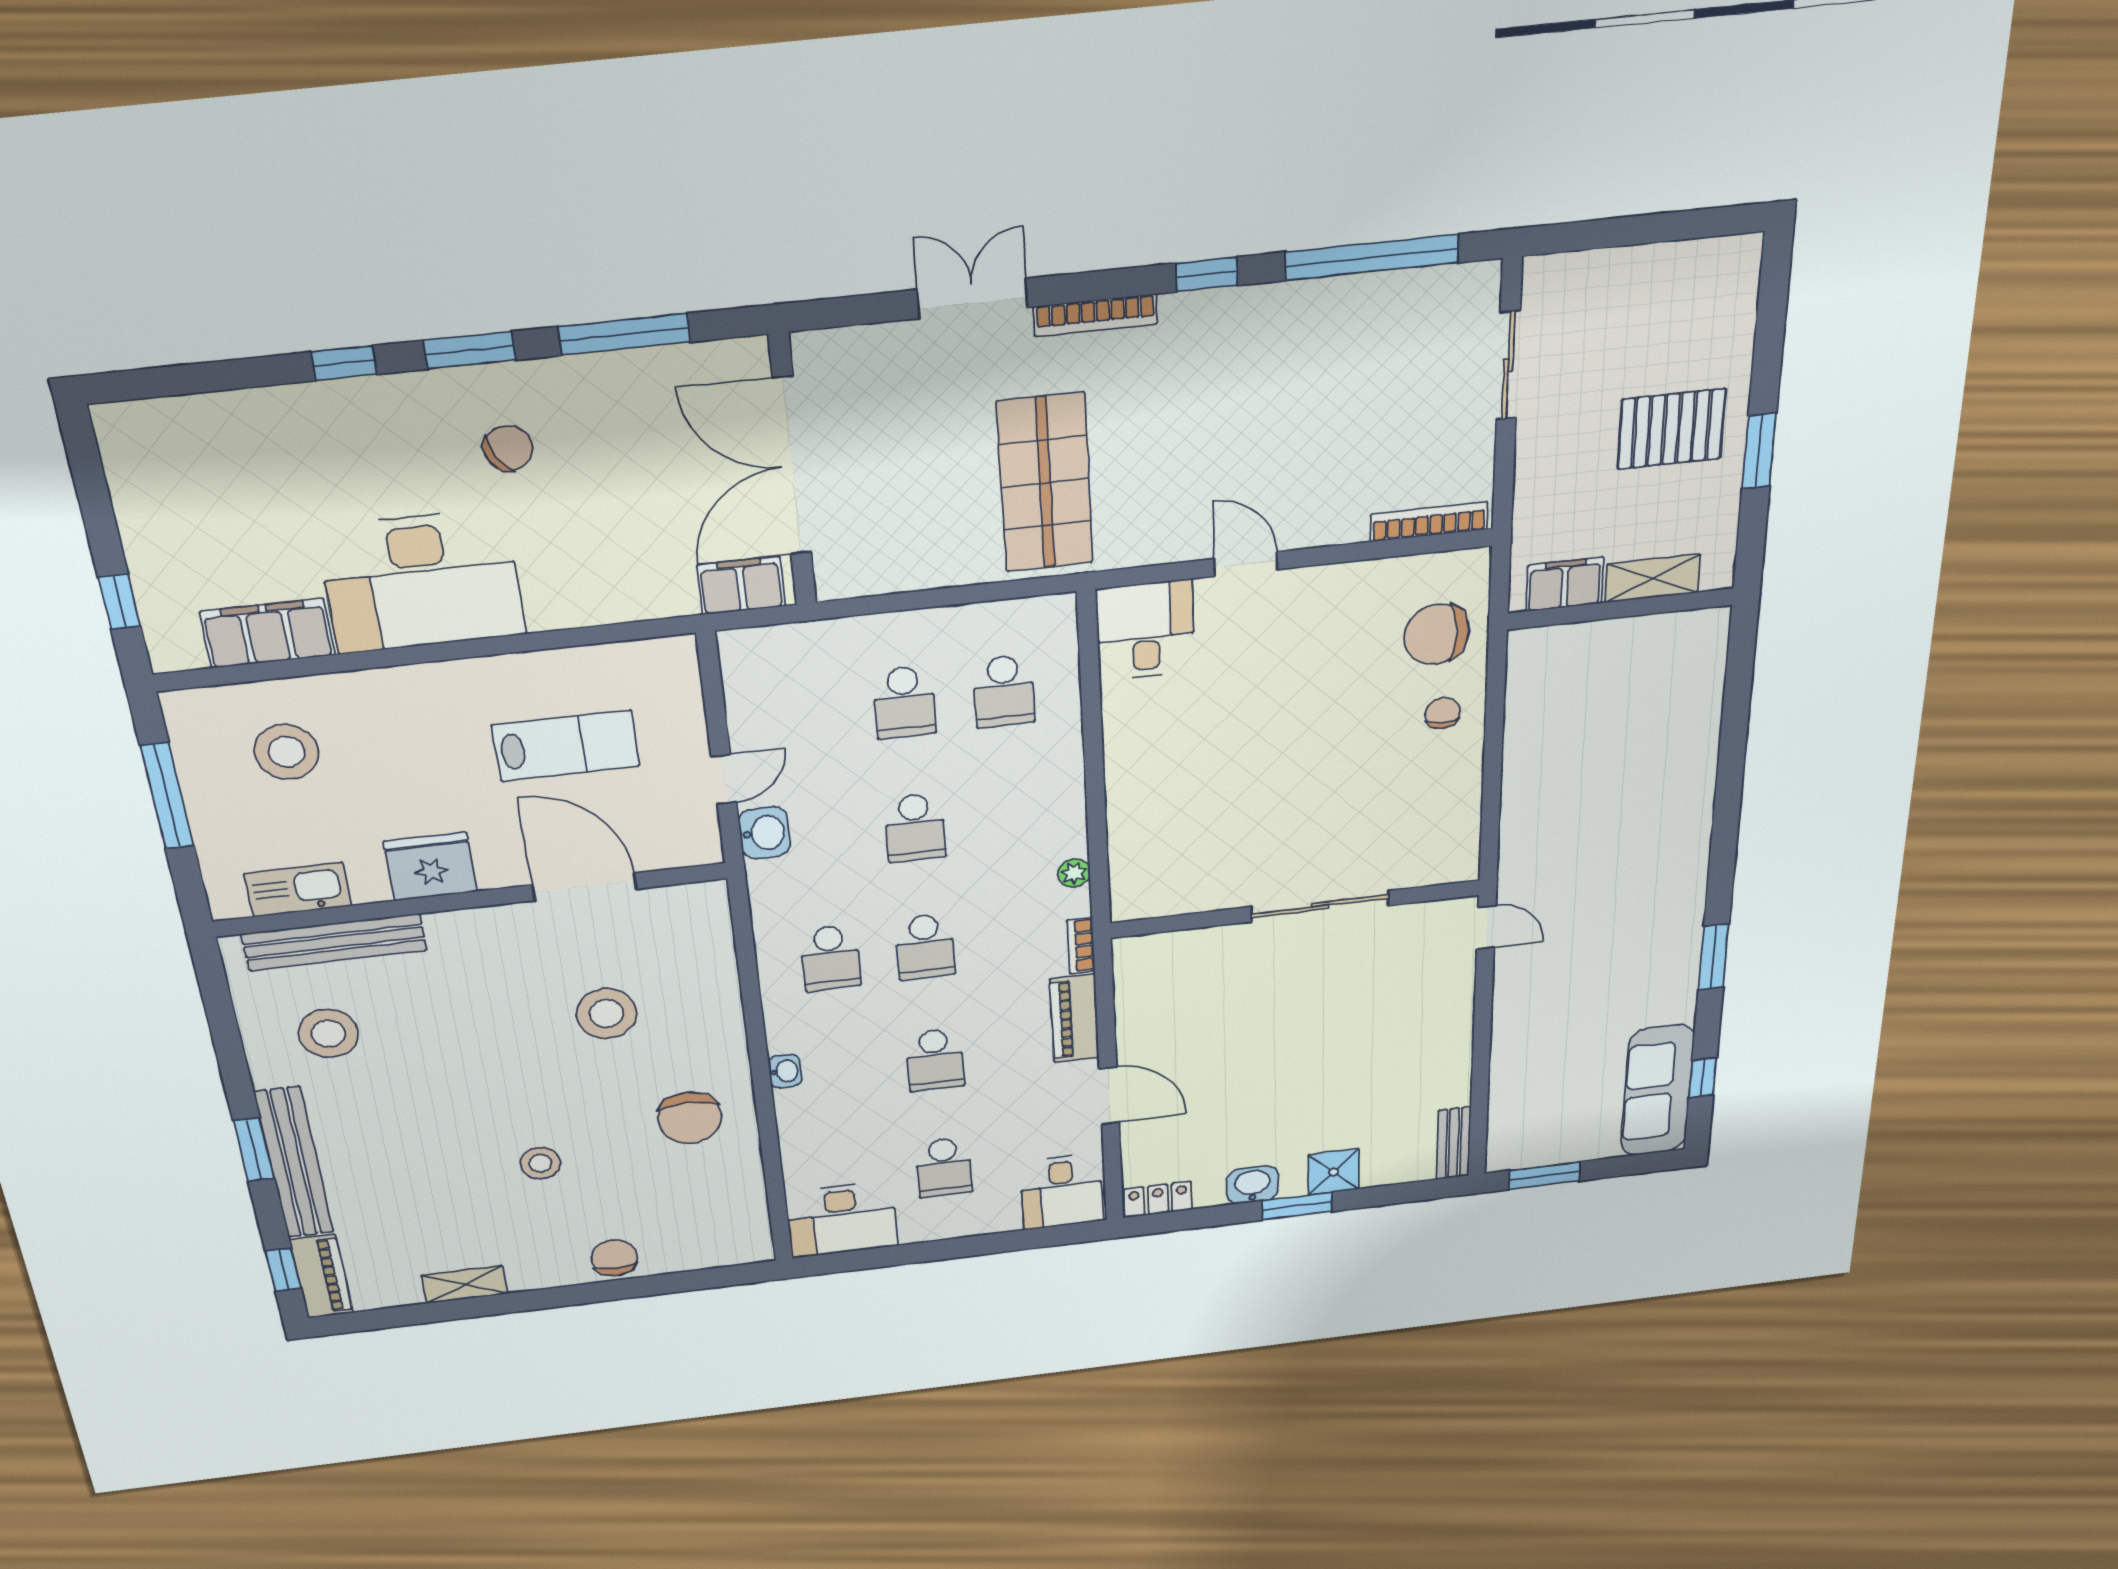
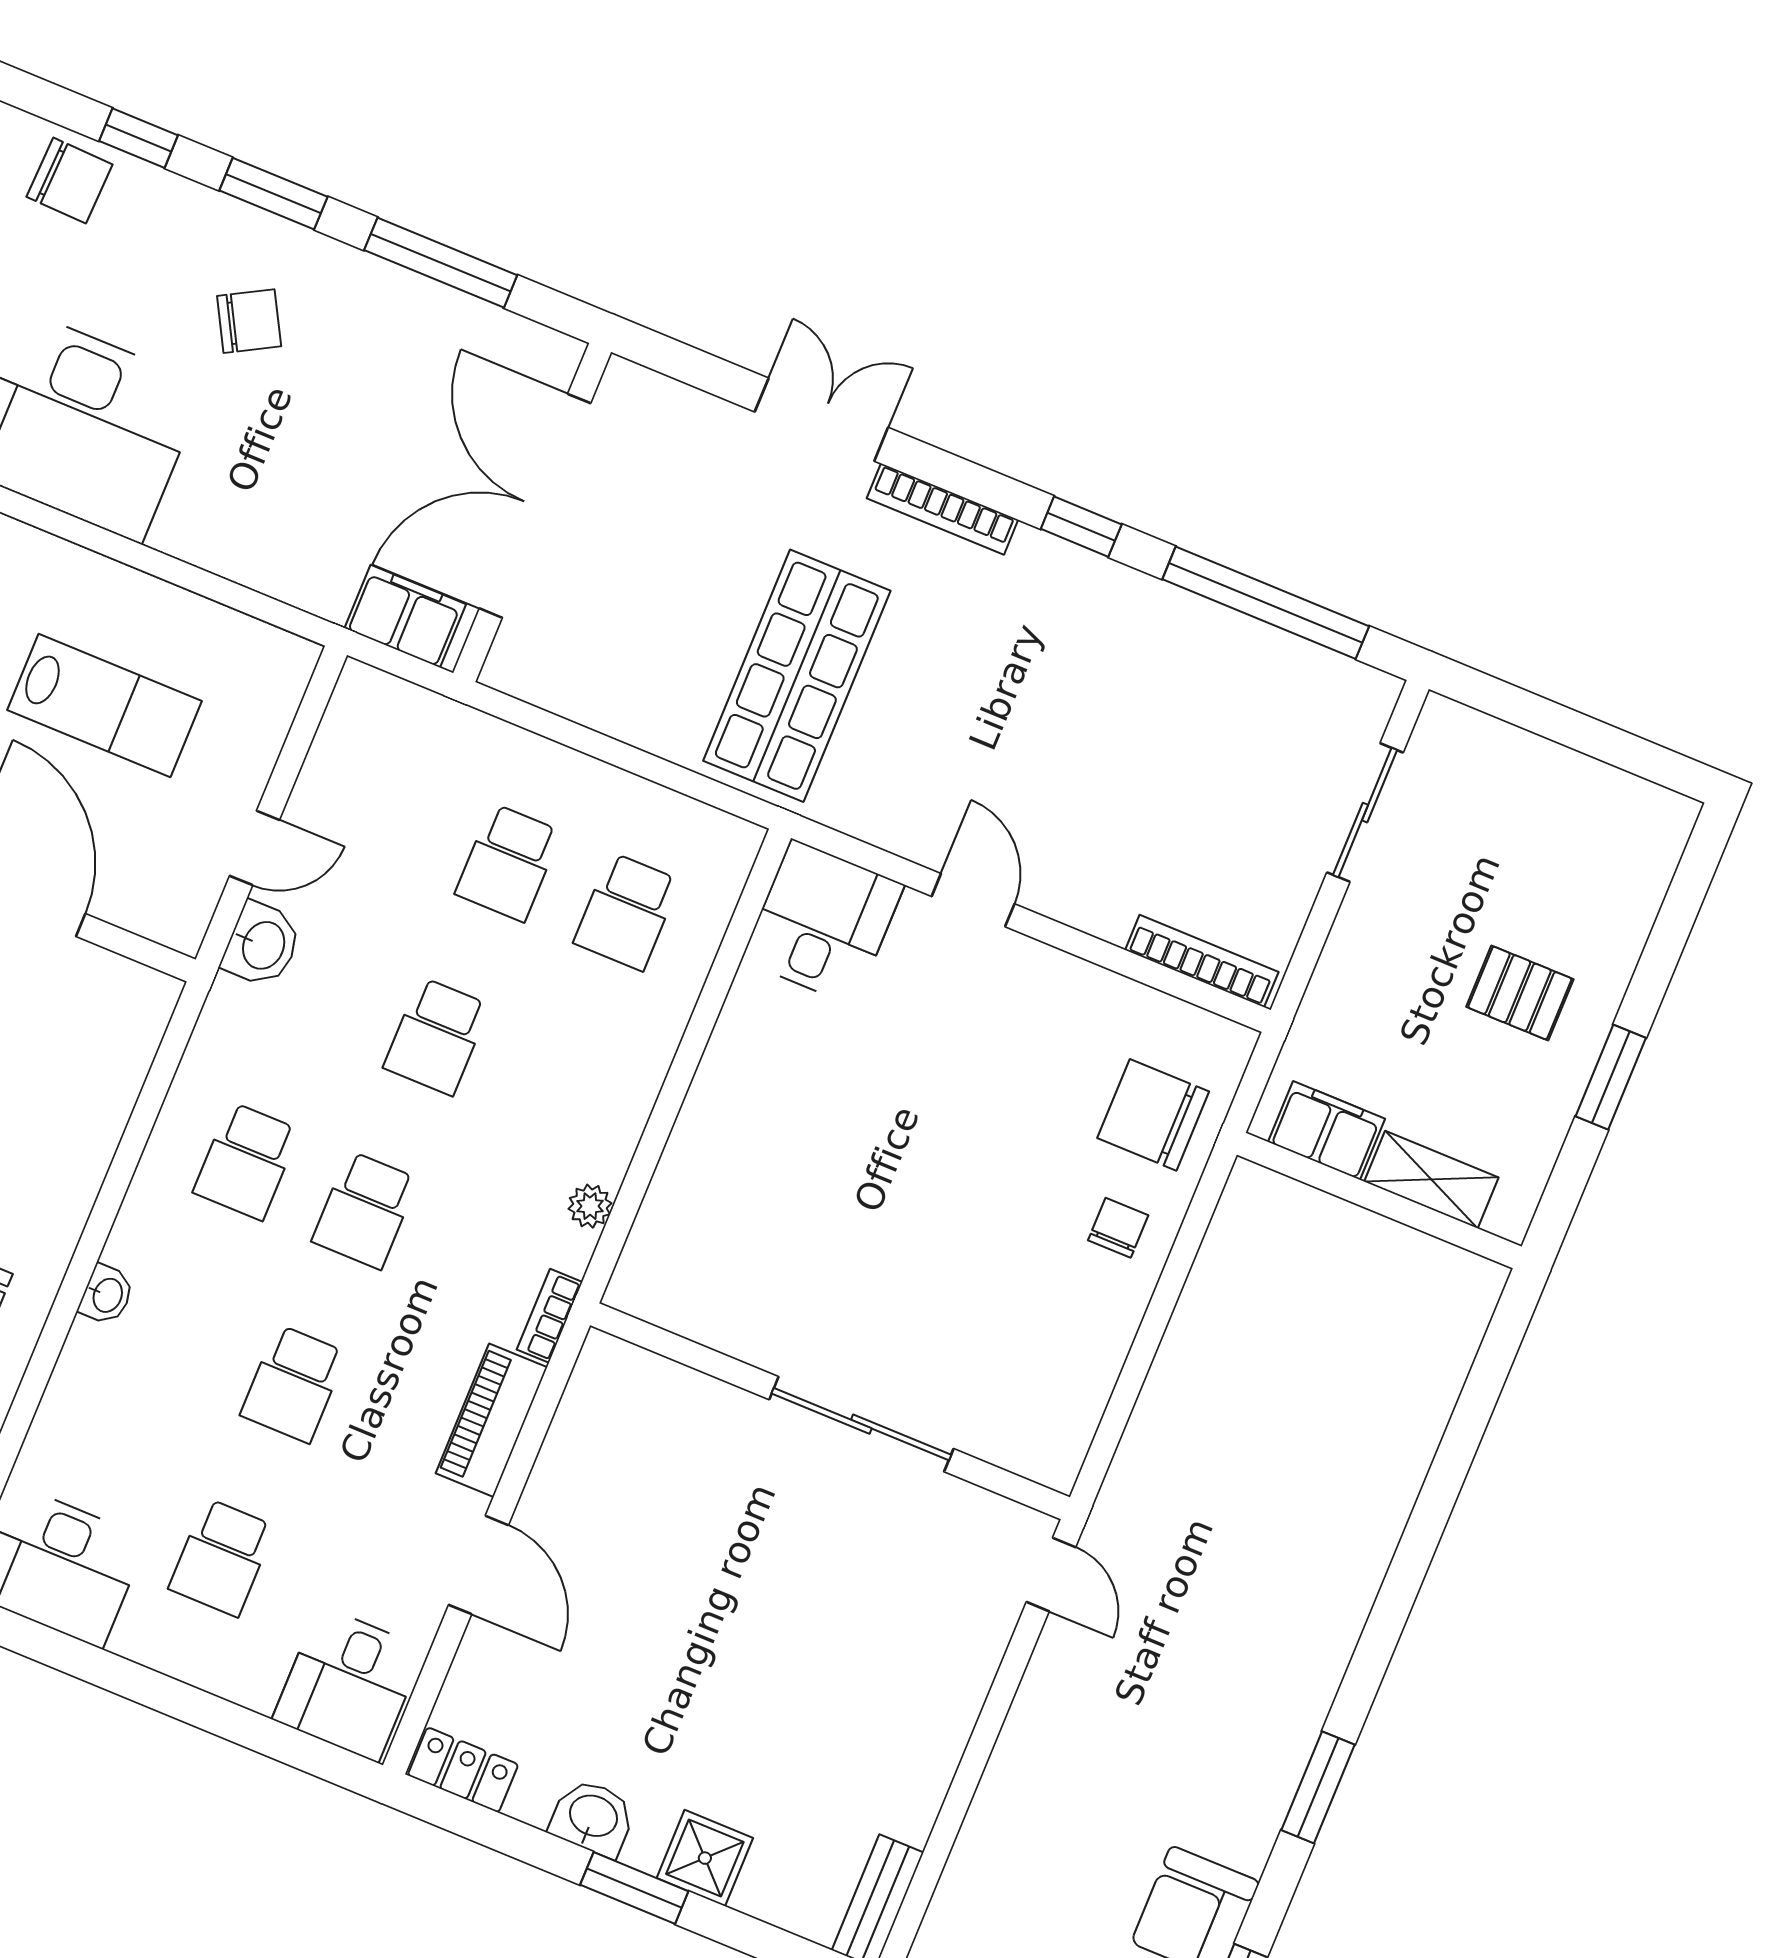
chair: (314, 420) -> (70, 181), added
pallet: (1671, 429) -> (1520, 993), width x0.67, depth x0.71

